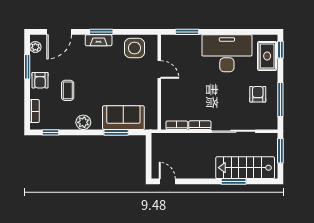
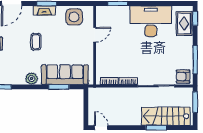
door: (159, 69) -> (95, 35), hinge flipped
coffee table: (68, 90) -> (36, 42), moved
armchair: (258, 94) -> (183, 77), moved, turned -90
sofa: (123, 118) -> (65, 75), width x1.36

